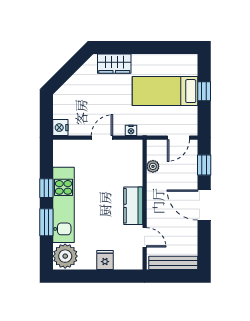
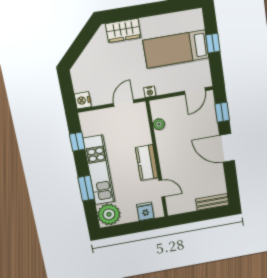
plant: (153, 166) -> (159, 124), moved
window: (46, 188) -> (77, 142), moved
wall: (145, 205) -> (157, 160), moved
kitchen counter: (133, 206) -> (147, 163), moved
door: (145, 237) -> (162, 188), moved
bench: (173, 263) -> (212, 202), width x0.73

